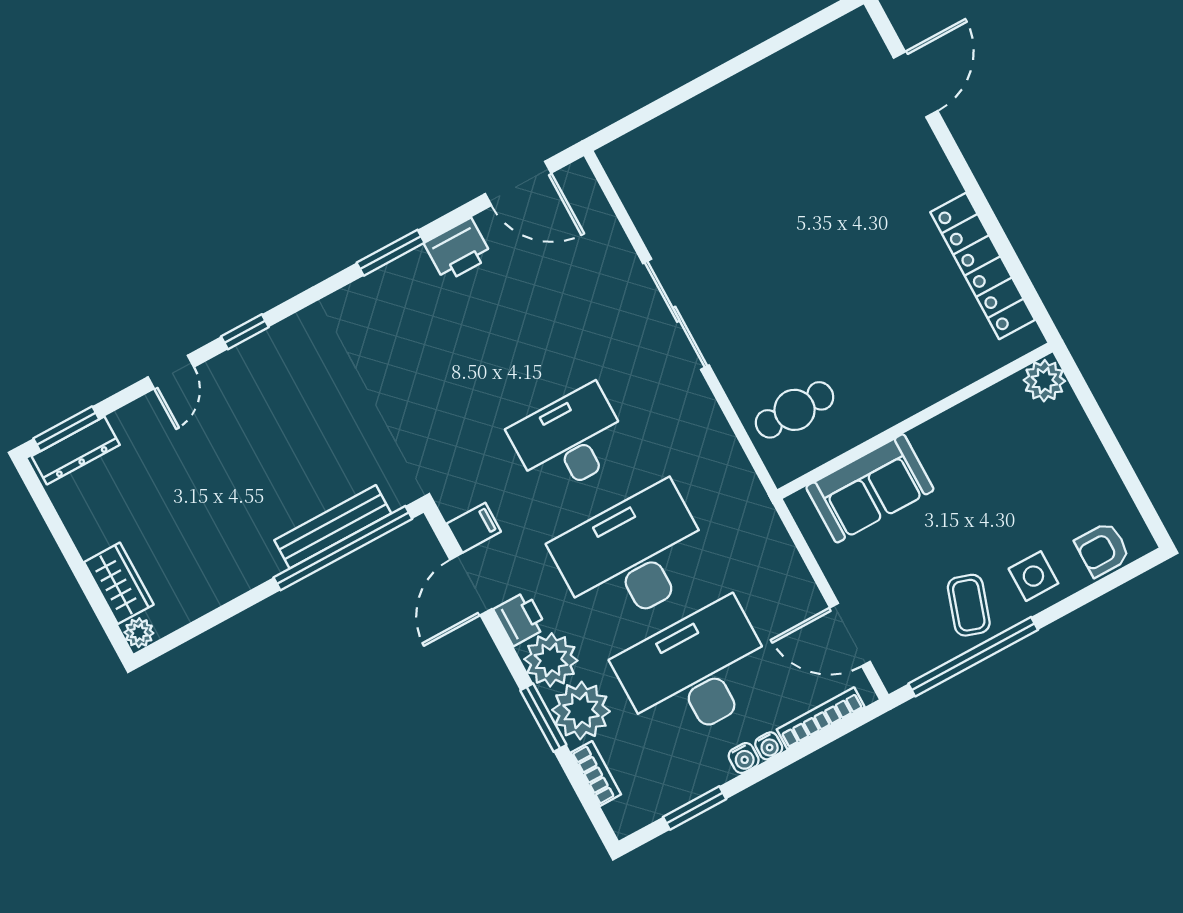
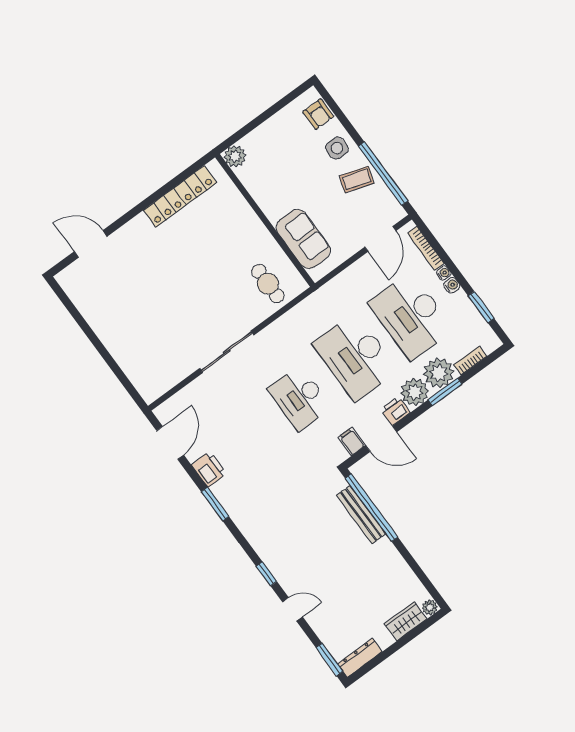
dresser: (76, 451) -> (360, 658), moved, turned -90

